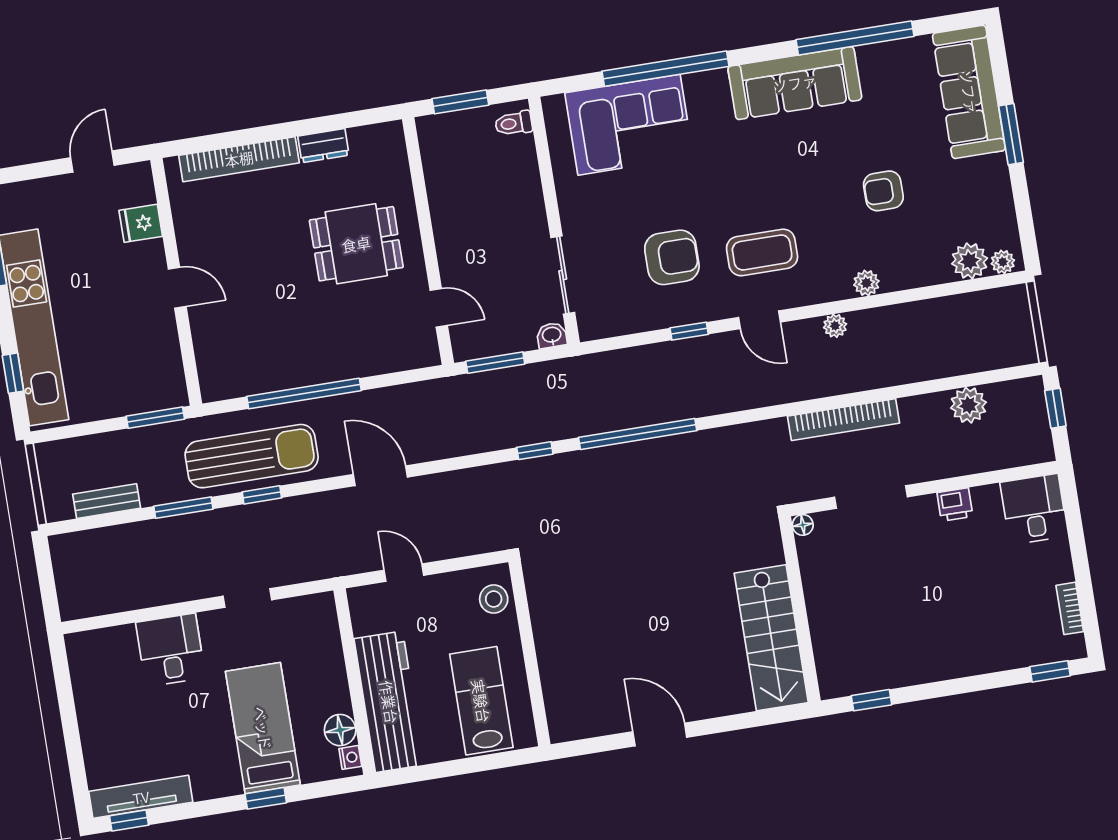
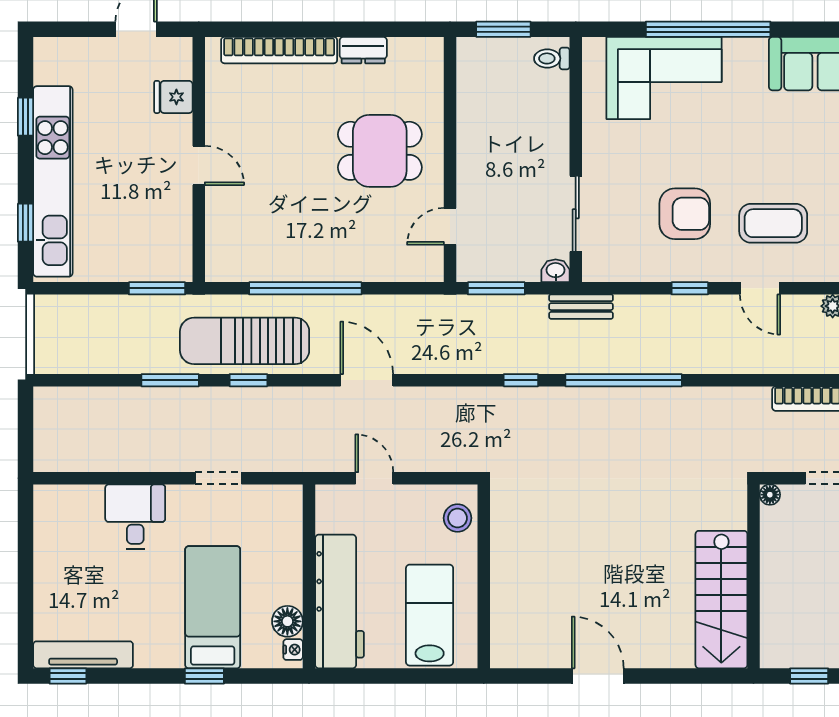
door: (439, 308) -> (450, 226), swing flipped
sun lounger: (252, 456) -> (245, 341), turned 180
bench: (107, 501) -> (581, 307), moved

